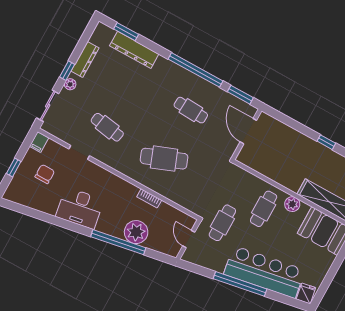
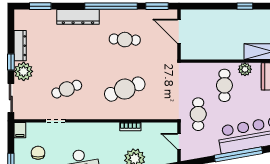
dresser: (134, 50) -> (78, 17), moved
plant: (70, 84) -> (24, 71), width x1.88, depth x1.88
cafe table: (107, 127) -> (67, 89), turned -30

